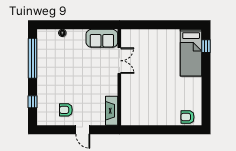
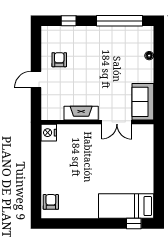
fireplace: (112, 111) -> (81, 113), moved
nightstand: (128, 119) -> (49, 133), added

